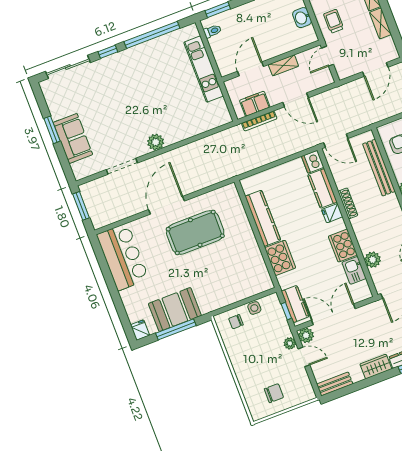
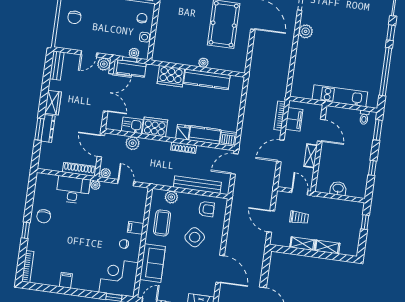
trolley: (334, 21) -> (299, 217), moved
plant: (247, 232) -> (203, 63), added
plant: (290, 343) -> (134, 53), moved

